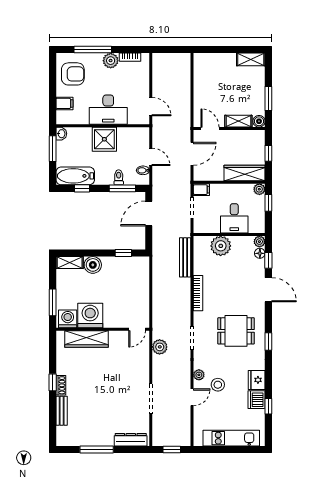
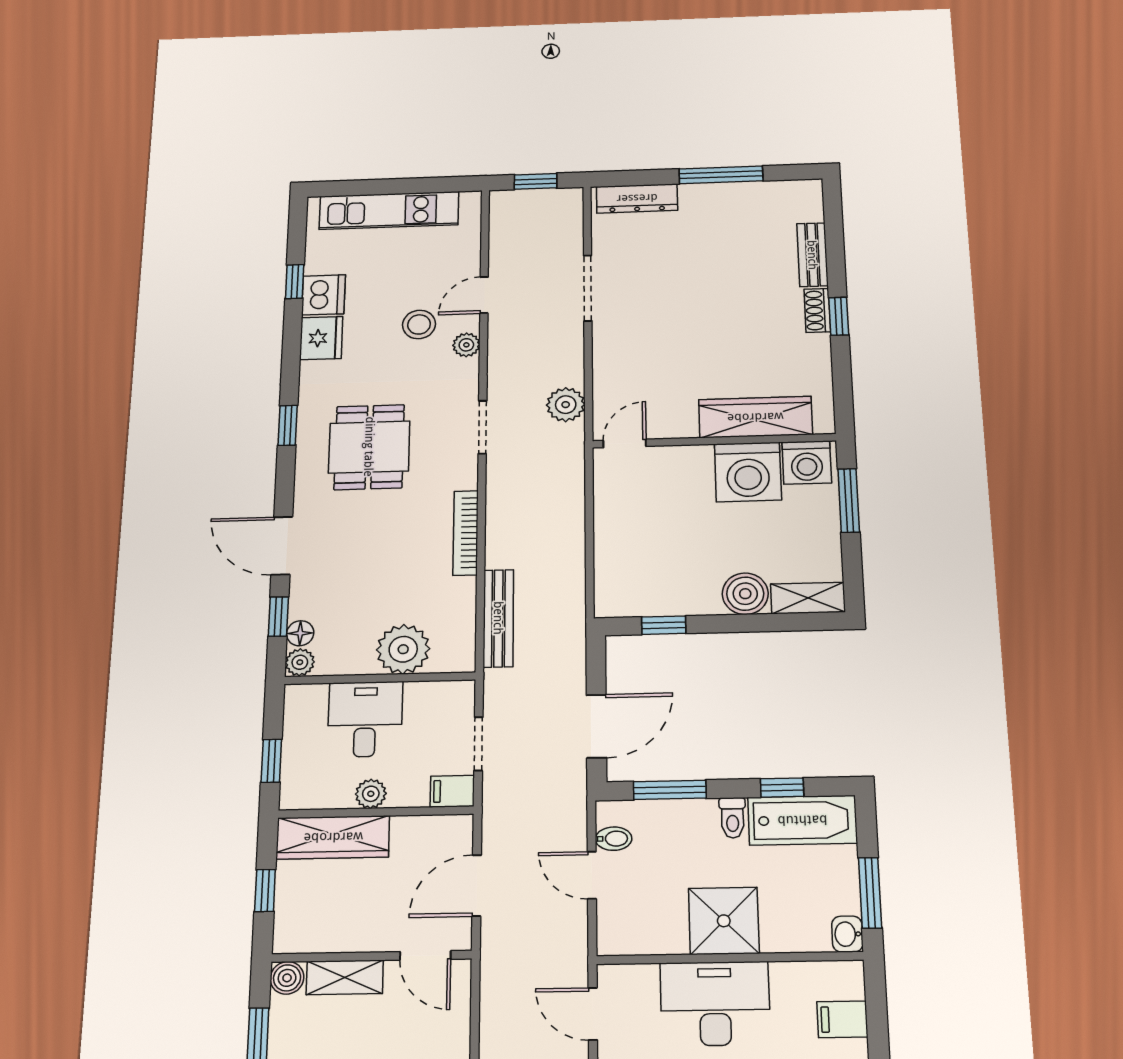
toilet: (119, 177) -> (732, 818), moved
plant: (259, 189) -> (371, 794), moved
dining table: (236, 331) -> (369, 447), turned 90

